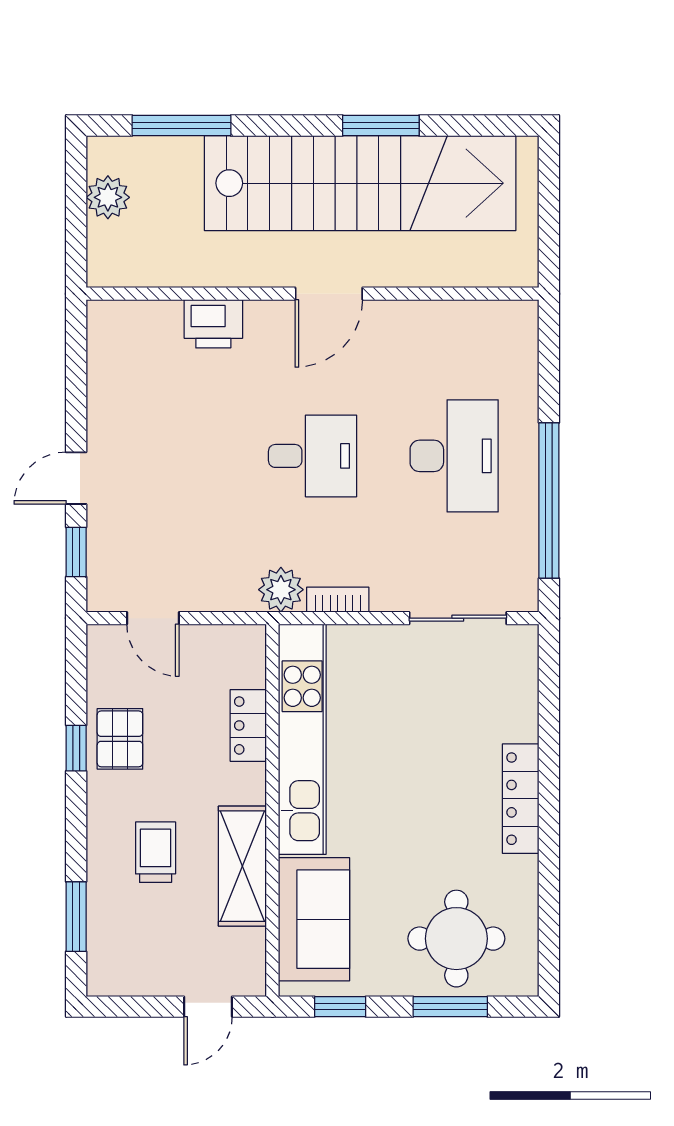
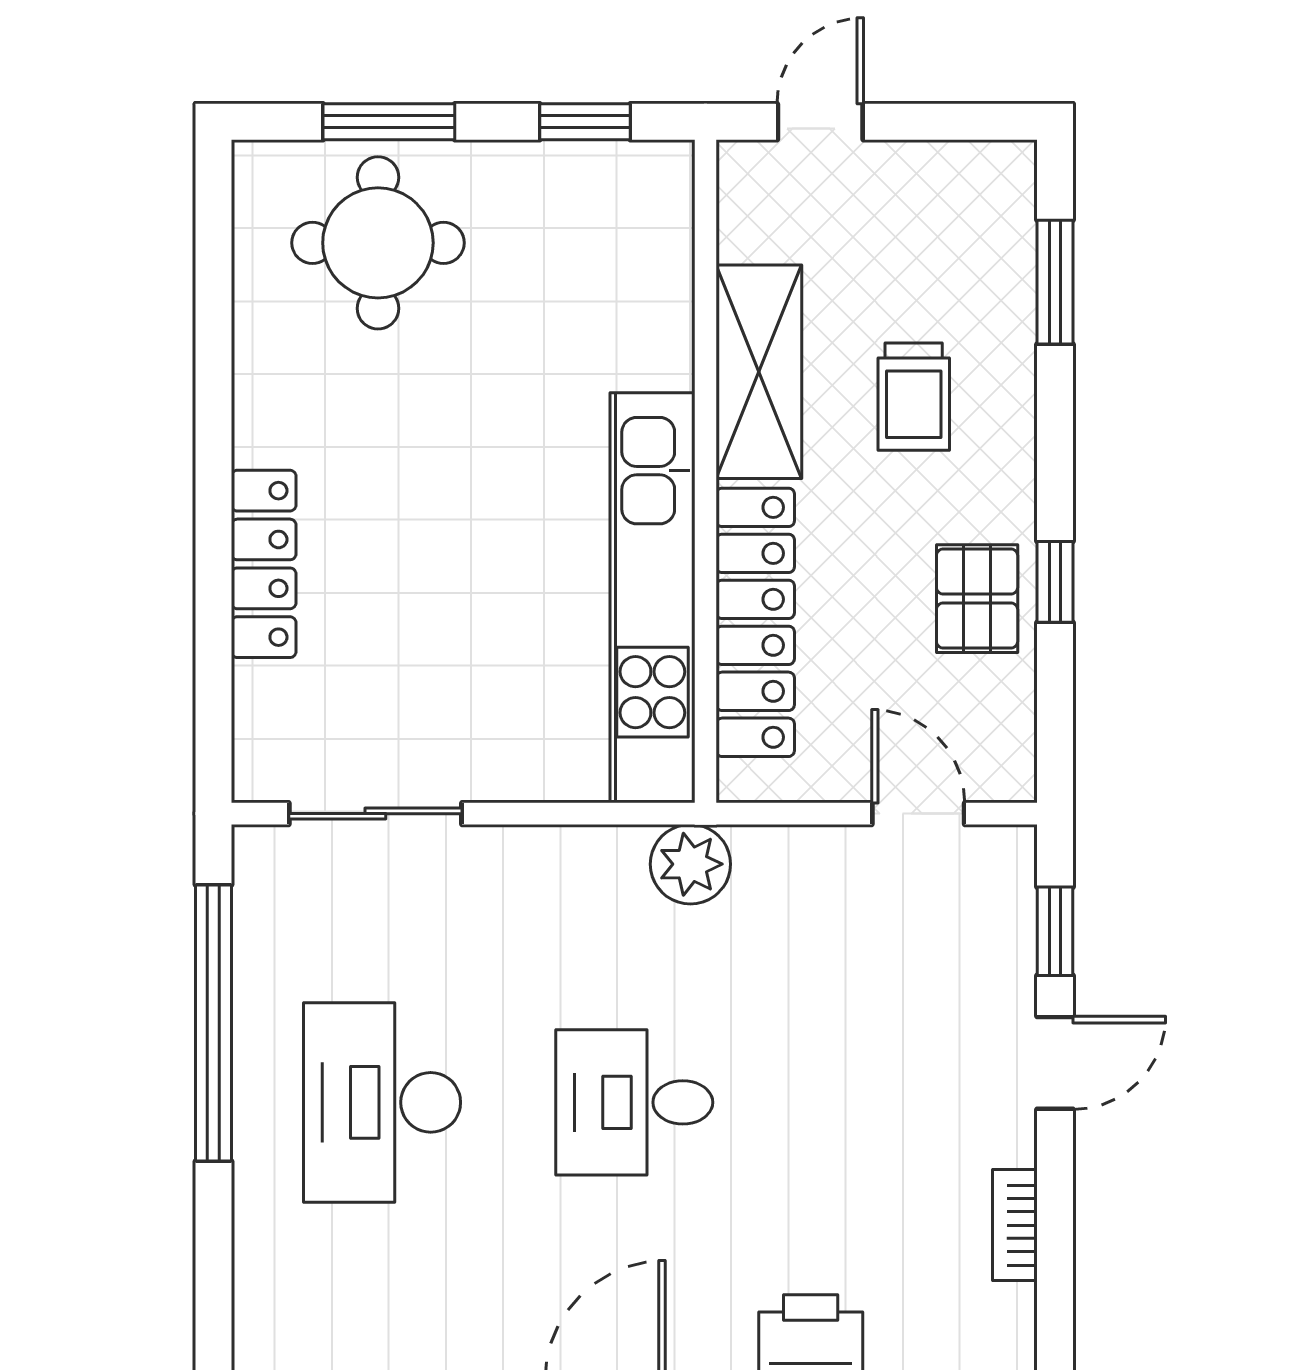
bookcase: (338, 600) -> (1015, 1225), moved, turned 90
locker: (248, 725) -> (755, 622), width x2.16, depth x1.21
locker: (521, 799) -> (264, 564), moved
sofa: (314, 919) -> (631, 277), removed

